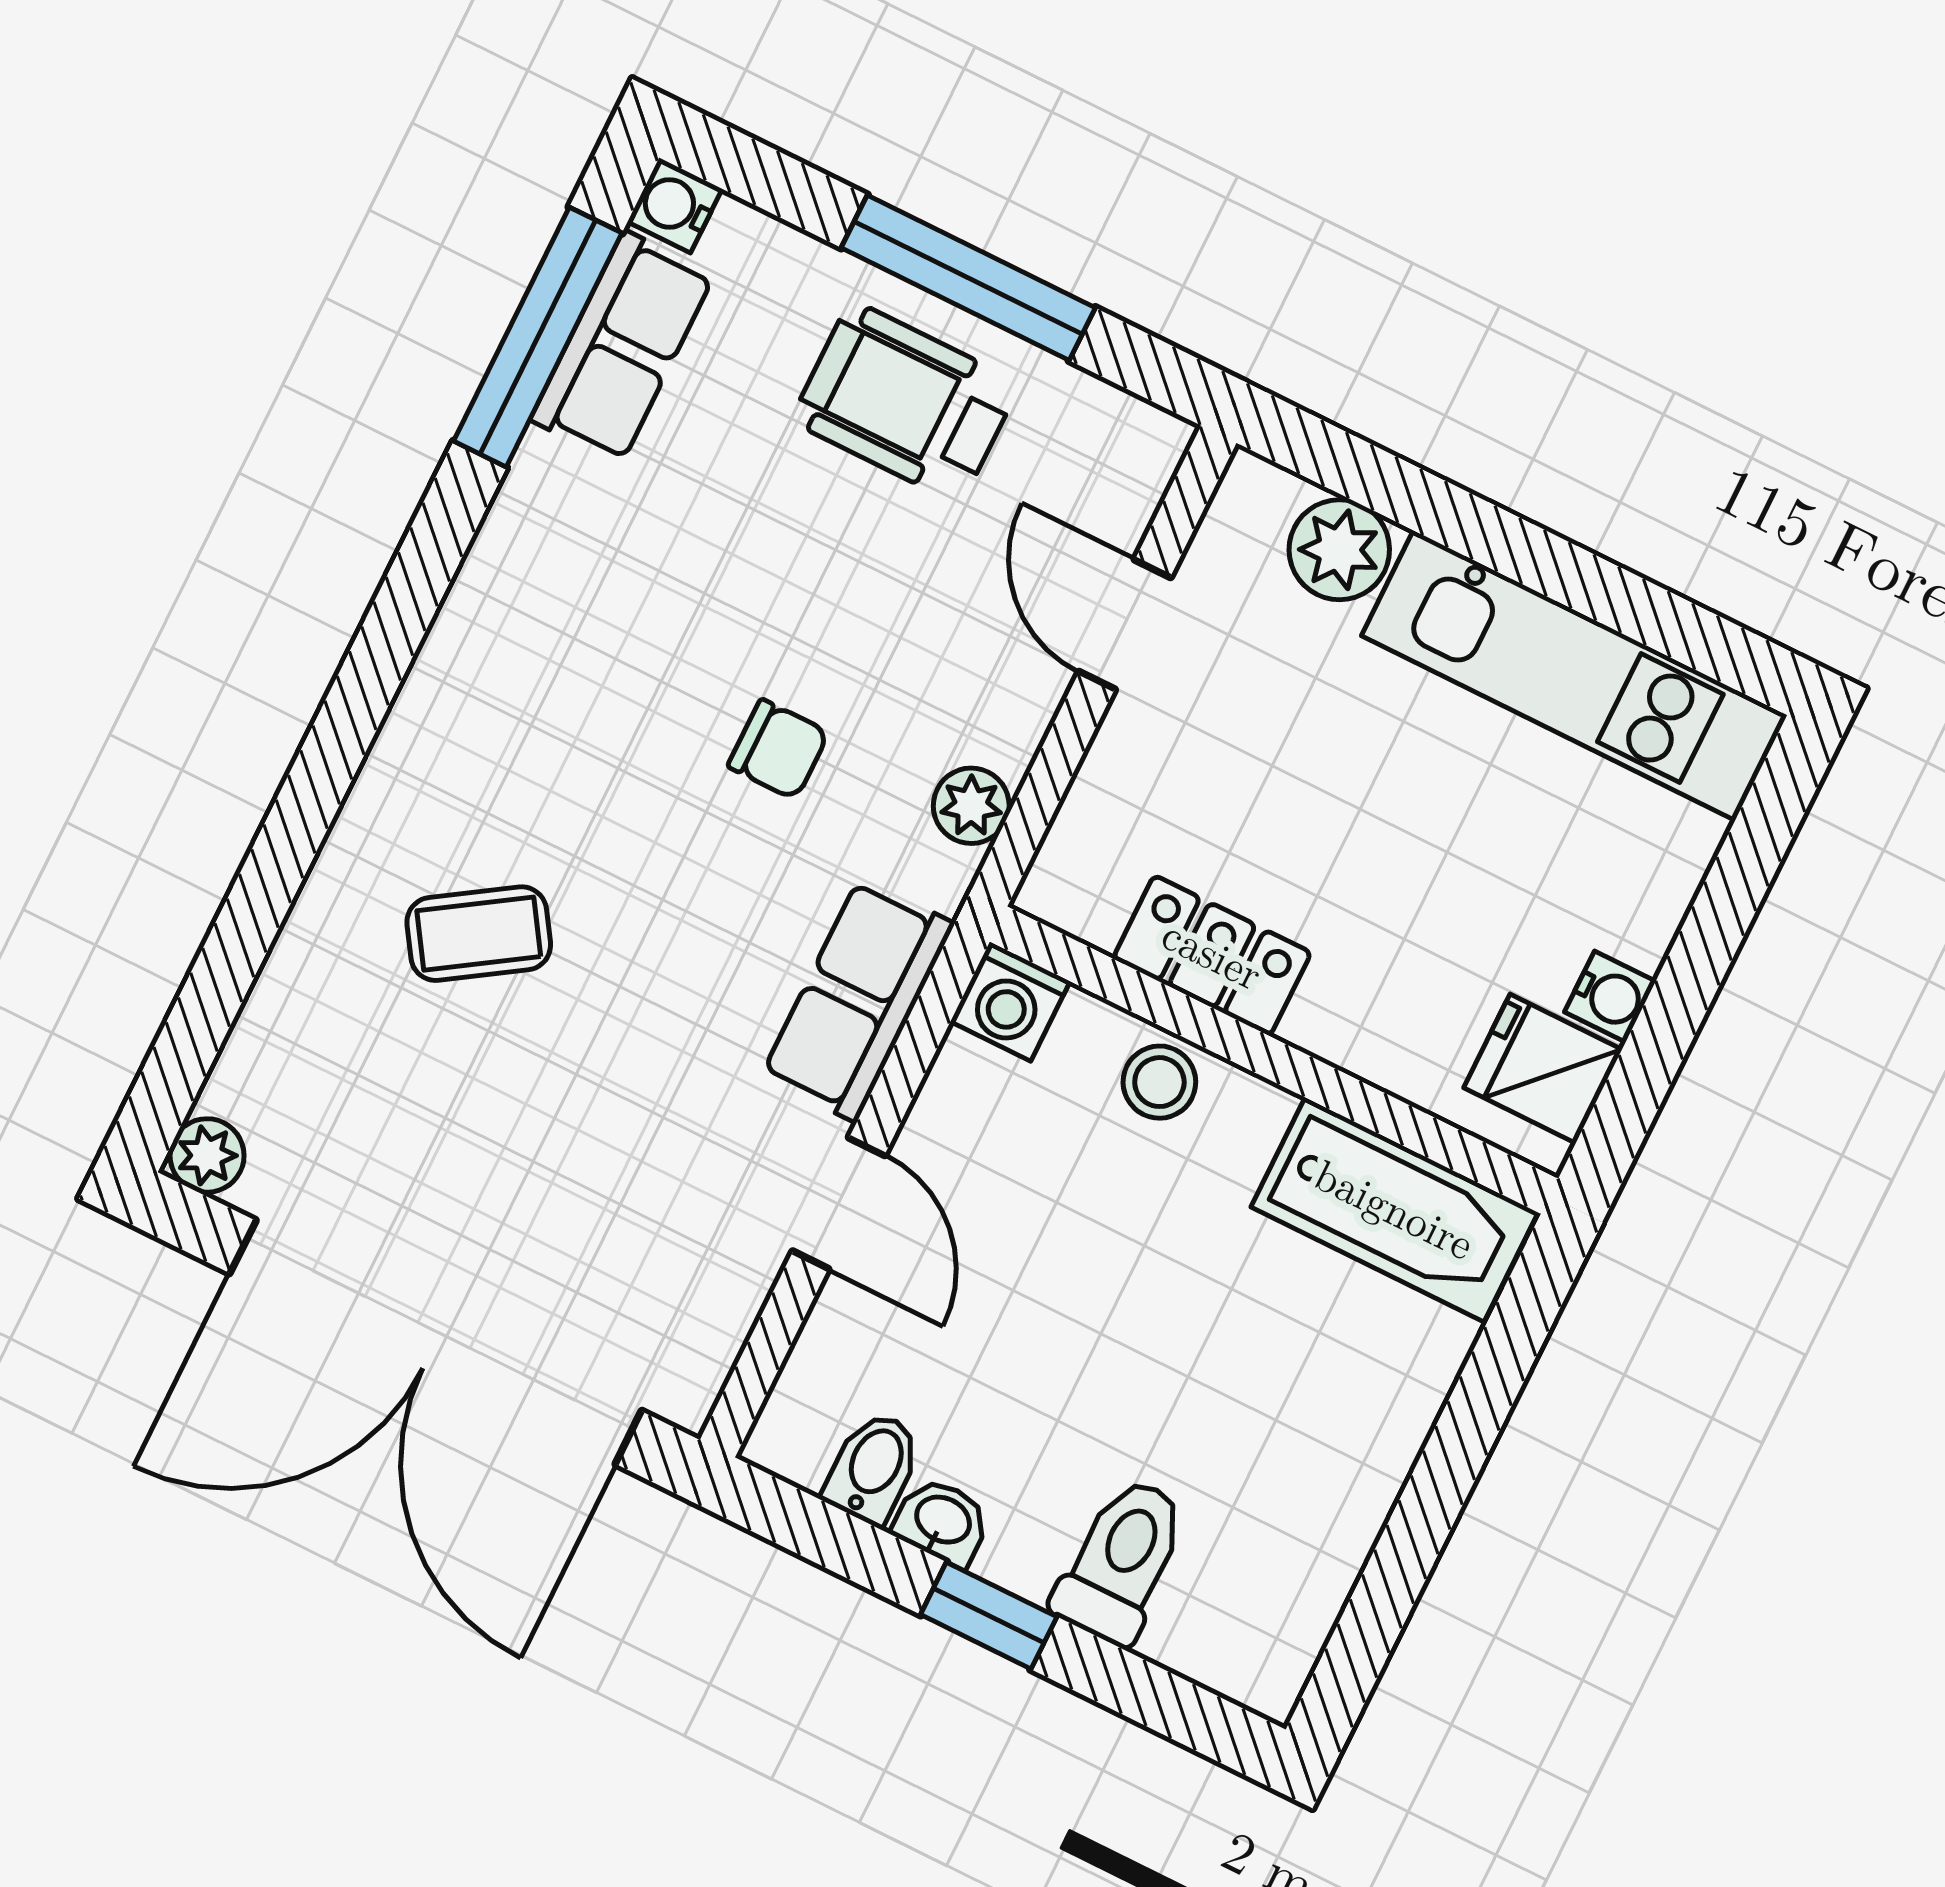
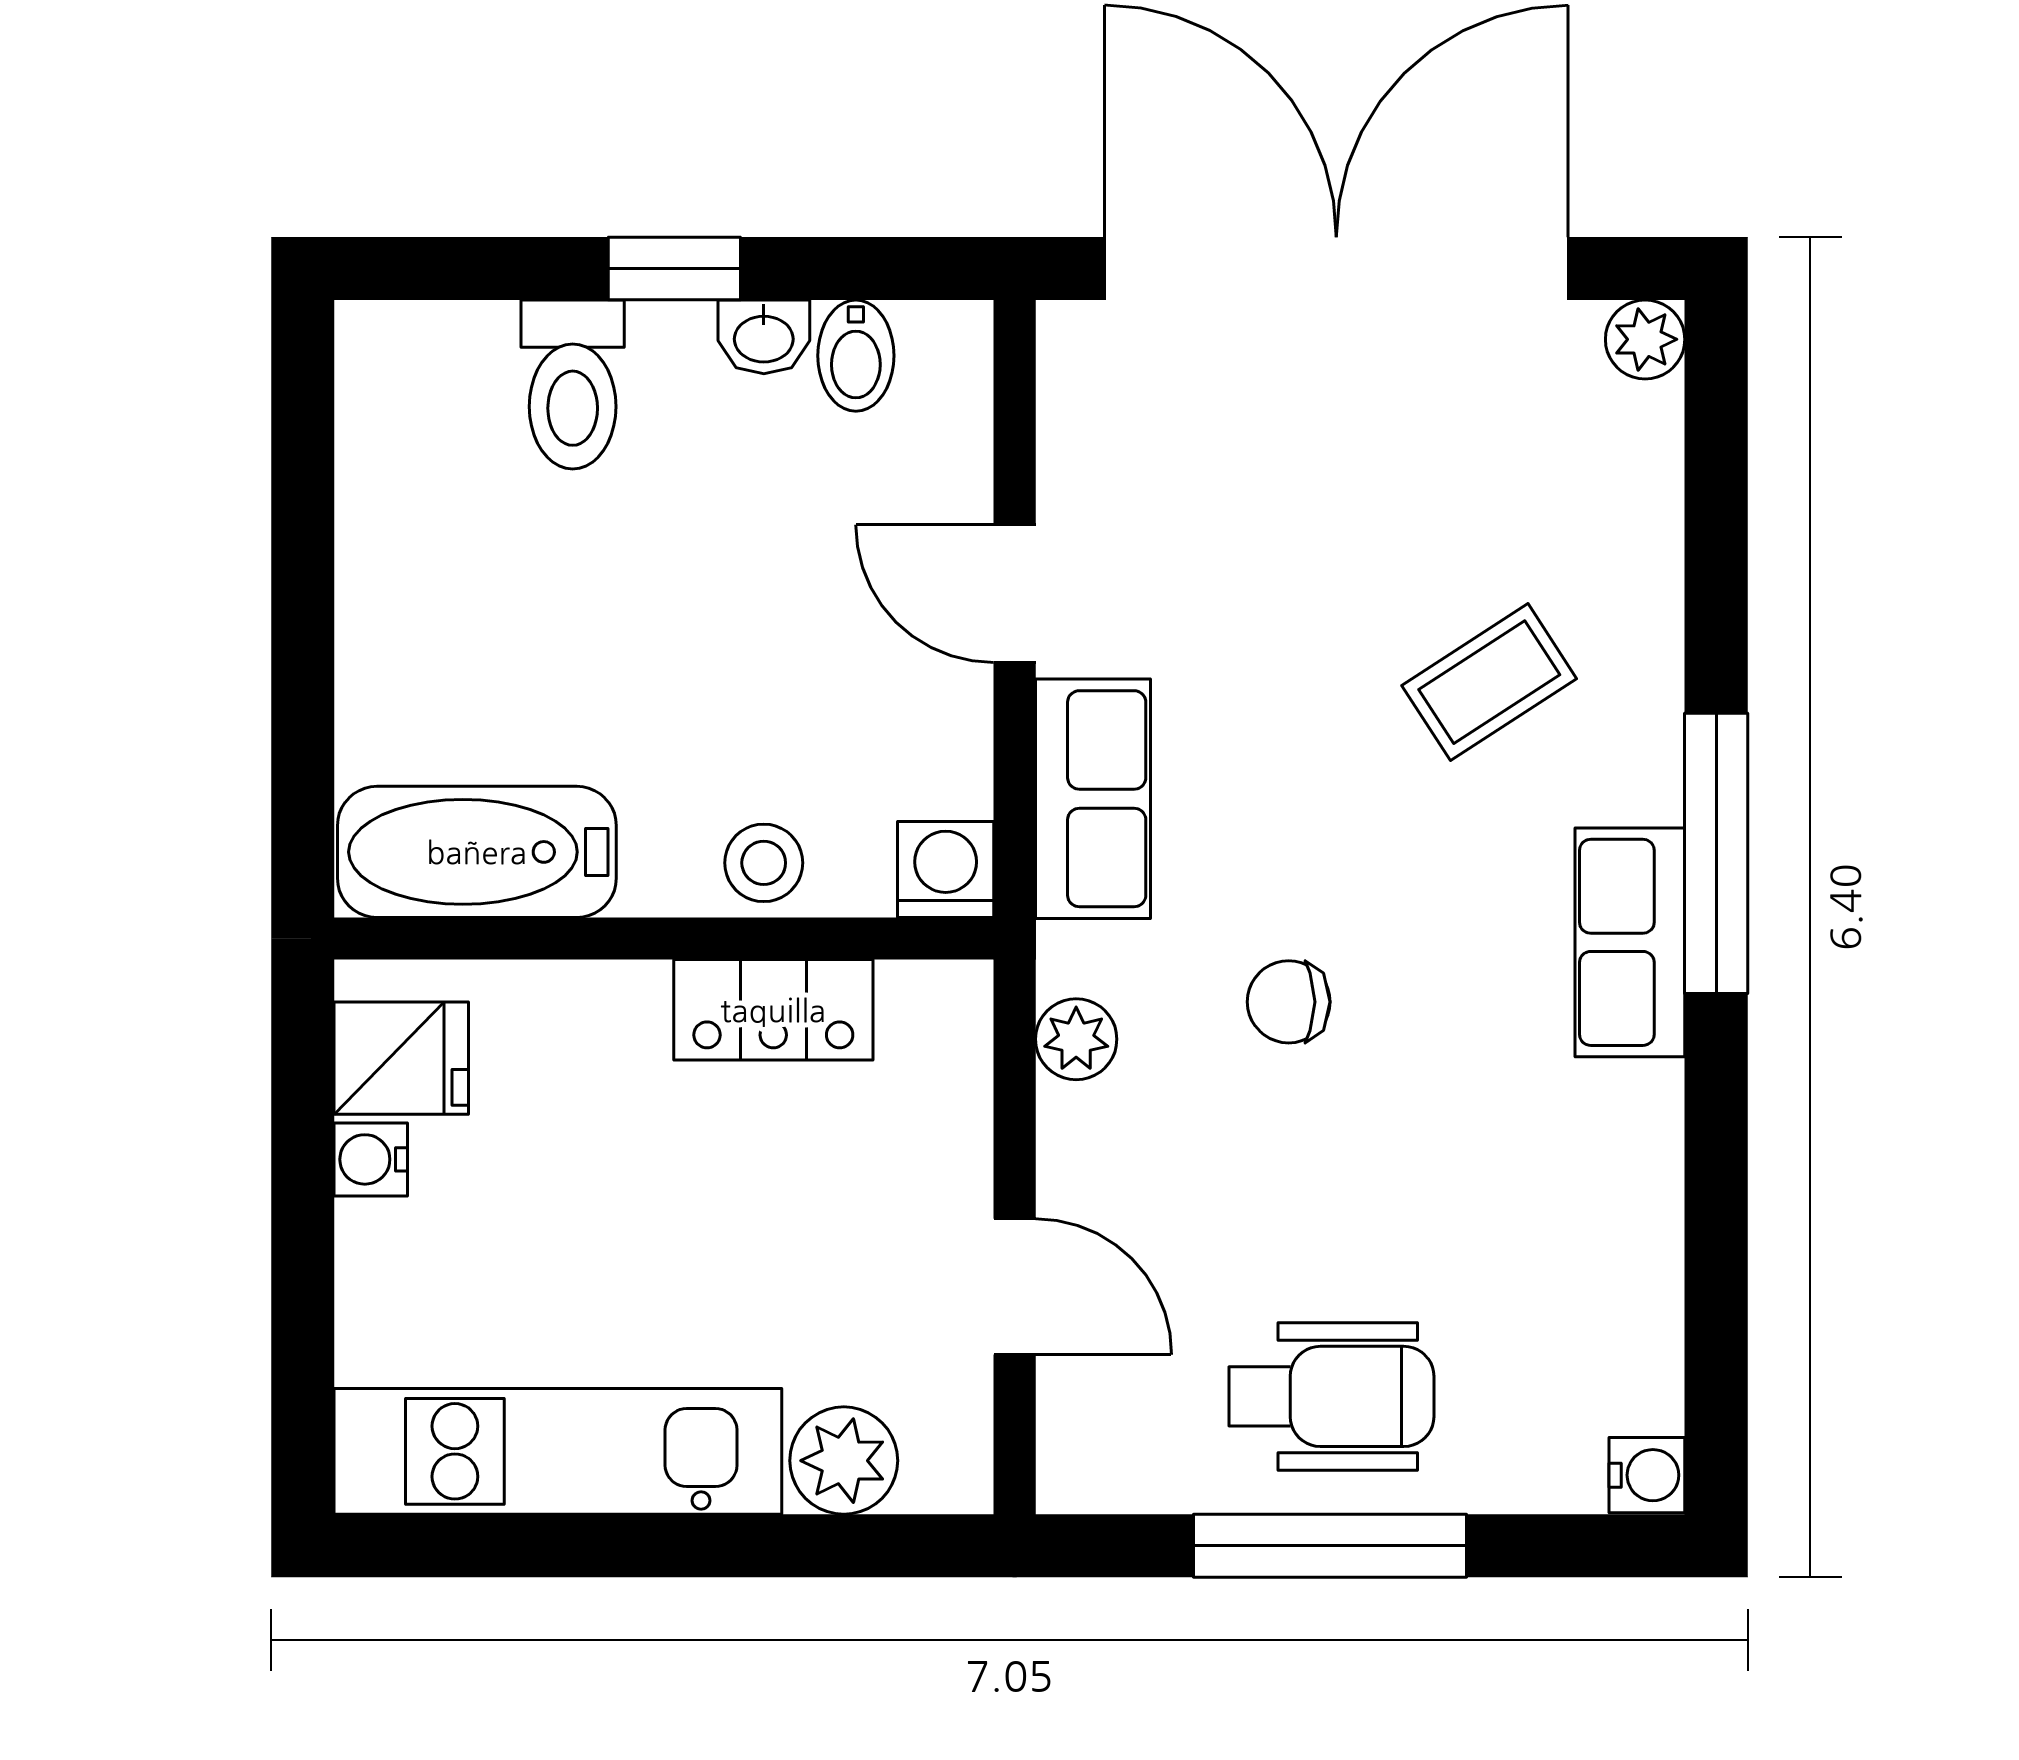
window: (538, 337) -> (1716, 853), moved
row of seats: (622, 347) -> (1630, 942), moved

